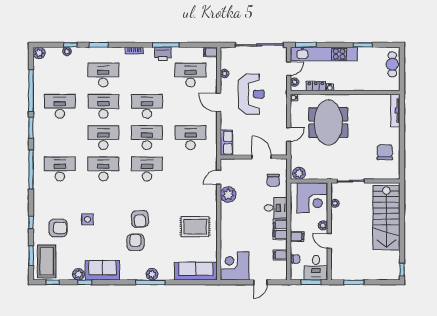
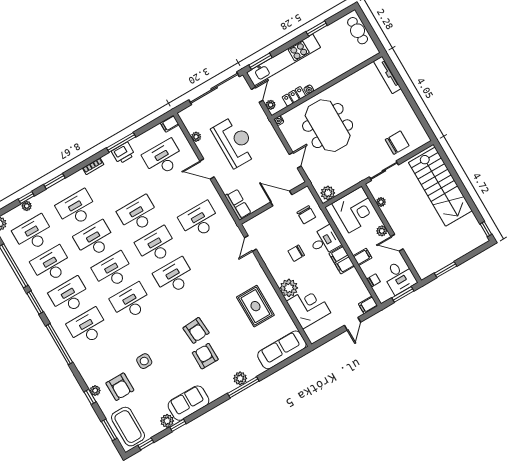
desk: (60, 75) -> (33, 234), added
desk: (60, 138) -> (69, 296), added
chair: (385, 152) -> (397, 143), moved, turned 90
plant: (228, 195) -> (289, 288), moved
chair: (249, 205) -> (296, 253), added
plant: (38, 220) -> (95, 391), added
rug: (195, 227) -> (255, 306), turned 90
armchair: (58, 228) -> (120, 387), turned 90
filing cabinet: (280, 255) -> (368, 305), moved
corner desk: (235, 266) -> (309, 307), moved, turned 90

